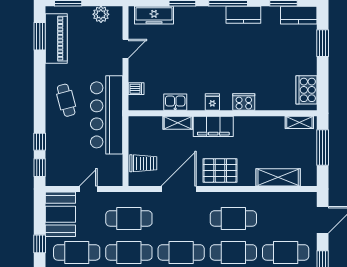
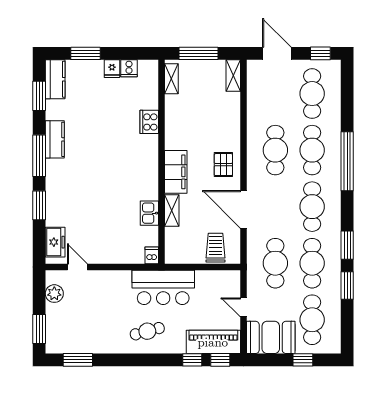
freezer: (154, 15) -> (55, 242), width x0.71
piano: (56, 39) -> (213, 342), moved
door: (125, 49) -> (77, 267), moved
dishwasher: (136, 89) -> (152, 255), moved
cooker: (306, 90) -> (129, 68), width x0.53, depth x0.76
fridge: (212, 102) -> (112, 69), moved, turned -90
cooker: (244, 102) -> (149, 122), moved
bar counter: (107, 115) -> (163, 287), width x0.73
pallet: (220, 170) -> (223, 165), width x0.67, depth x0.71
shelving: (278, 177) -> (233, 75), moved, width x0.67, depth x0.75

